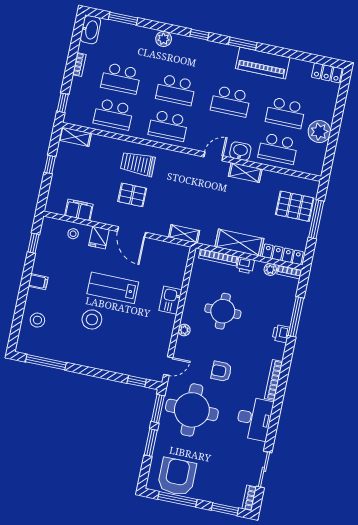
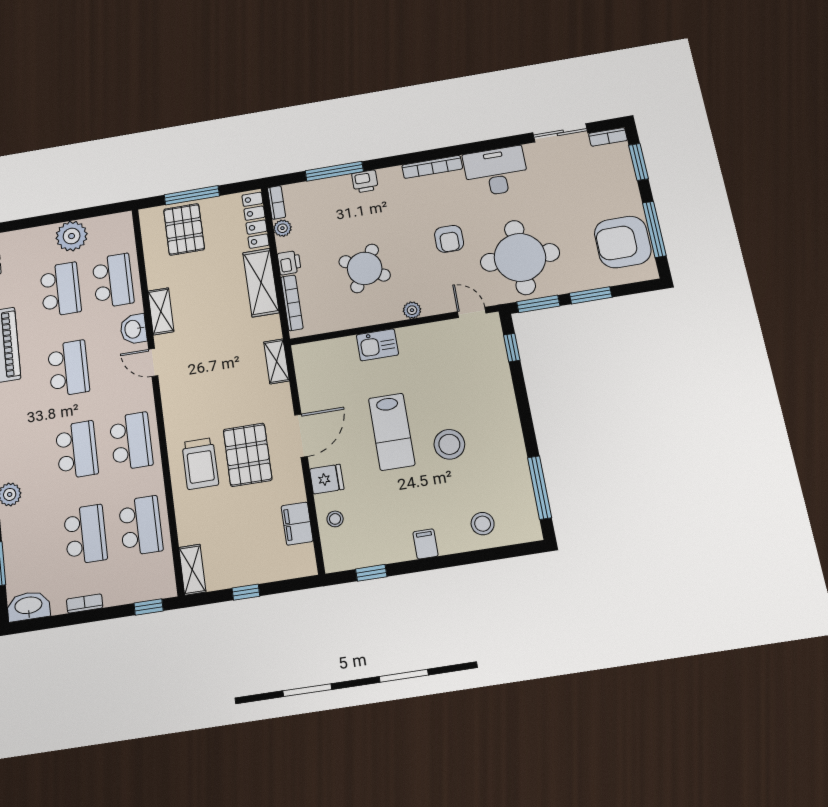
pallet: (132, 195) -> (248, 455), width x1.50, depth x1.42
round table: (223, 311) -> (365, 268), turned 30

